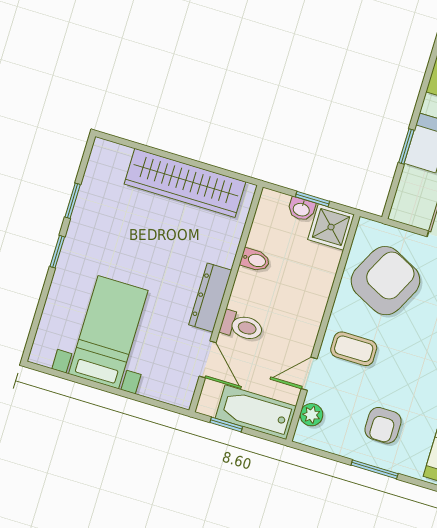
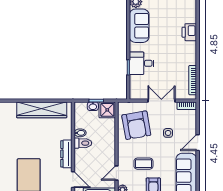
armchair: (385, 281) -> (136, 125), turned 143
toilet: (242, 326) -> (83, 143), moved
coffee table: (354, 349) -> (143, 164), moved

